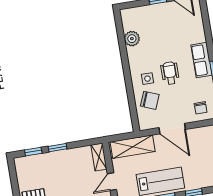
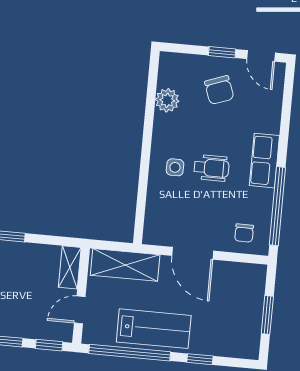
wheelchair: (170, 73) -> (211, 168), turned 90
chair: (150, 100) -> (219, 90), moved, turned 48

